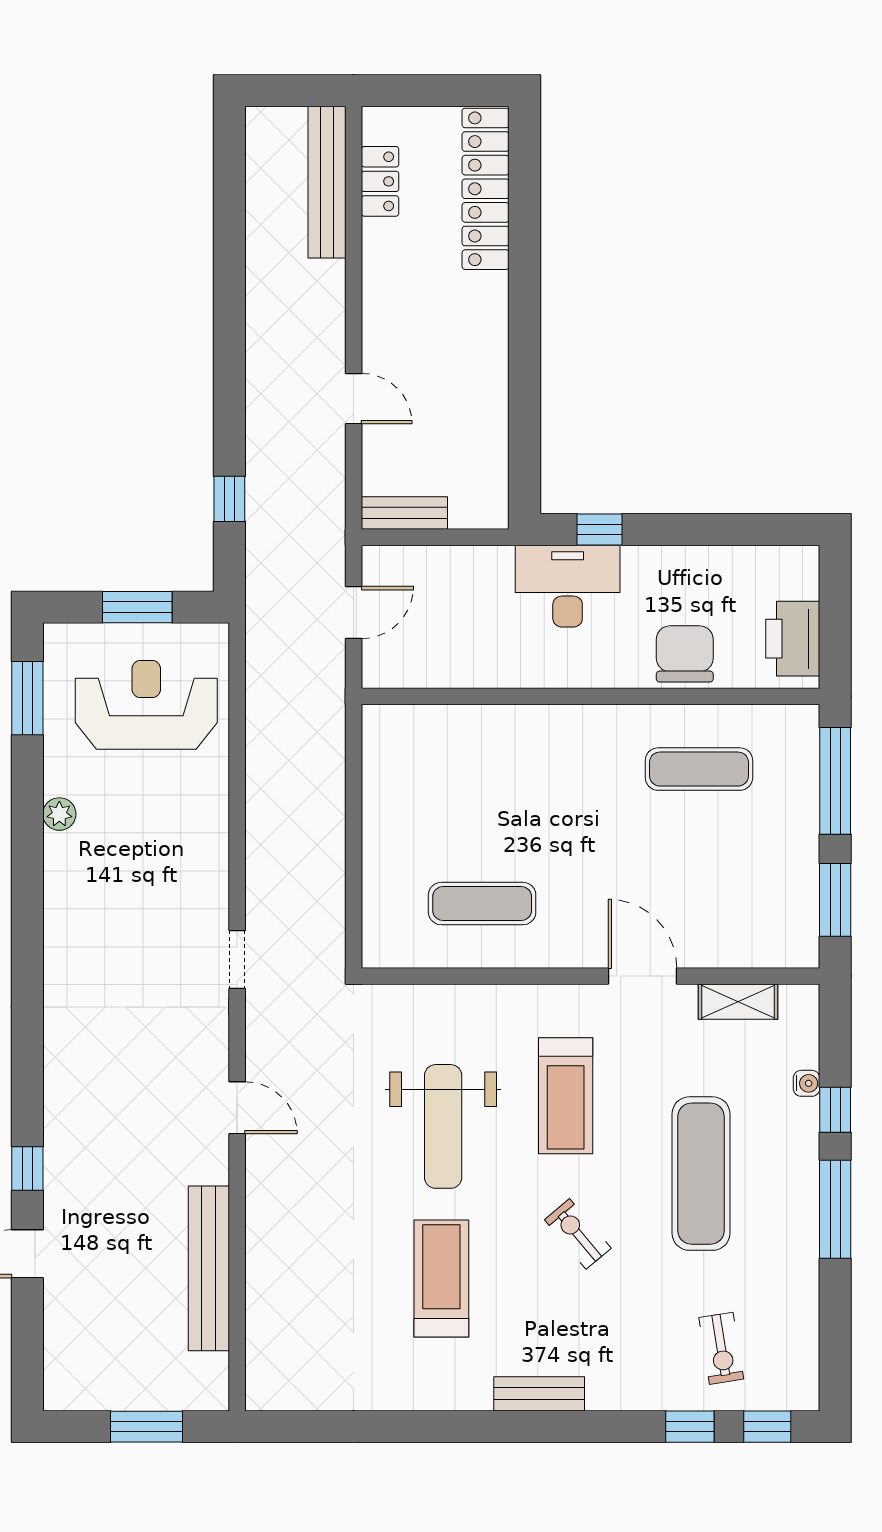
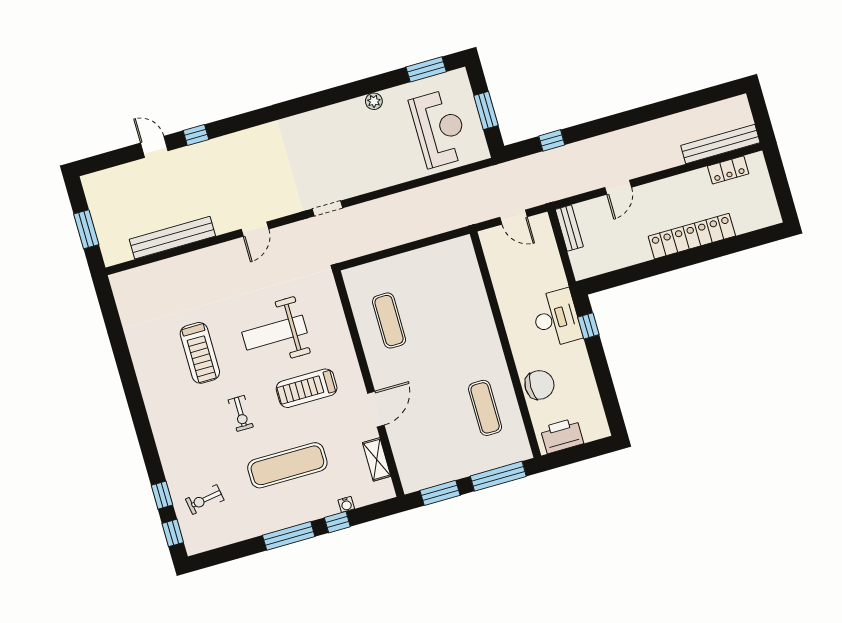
locker: (486, 189) -> (692, 236), moved
exercise bike: (578, 1234) -> (241, 413), turned 130
treadmill: (441, 1279) -> (200, 353), turned 90
bench: (539, 1394) -> (157, 417), removed

